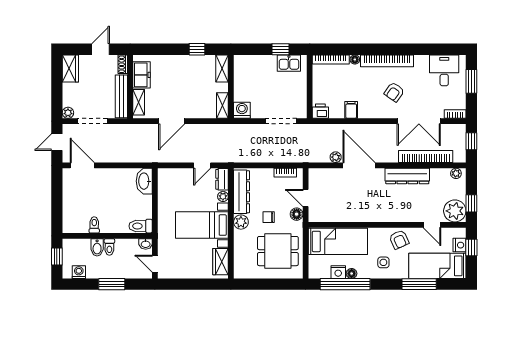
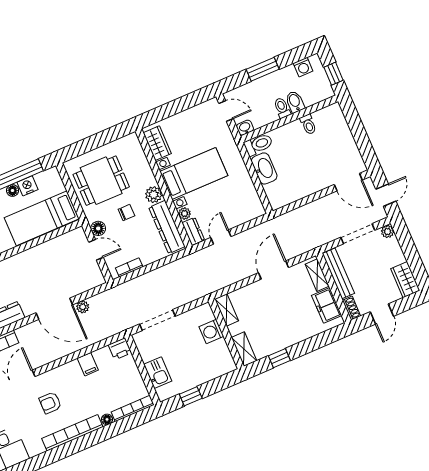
kitchen sink: (289, 63) -> (158, 373), moved, turned 90
armchair: (394, 92) -> (50, 403), turned -125
washing machine: (242, 110) -> (211, 331), moved, turned 90
washbasin: (144, 181) -> (264, 168), moved

